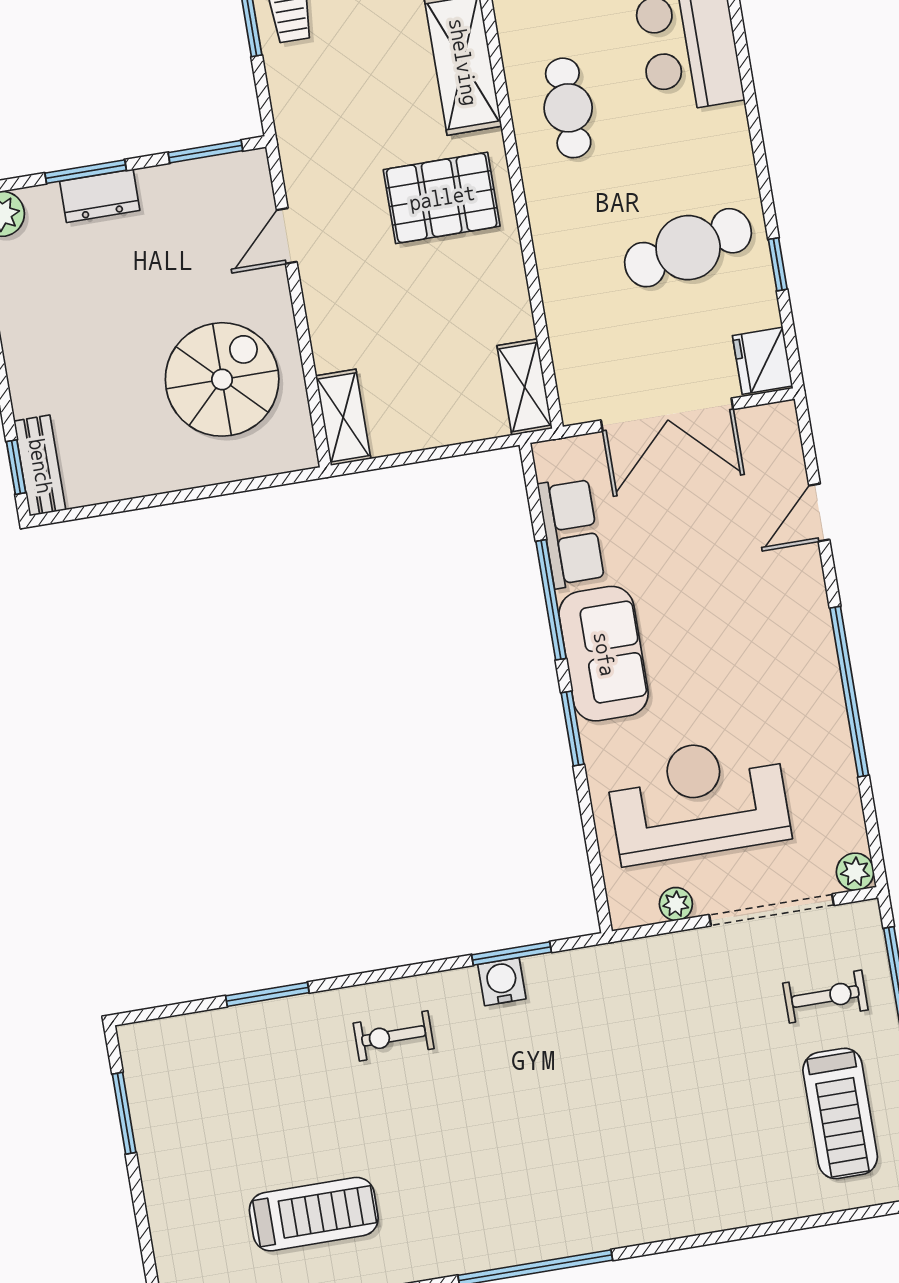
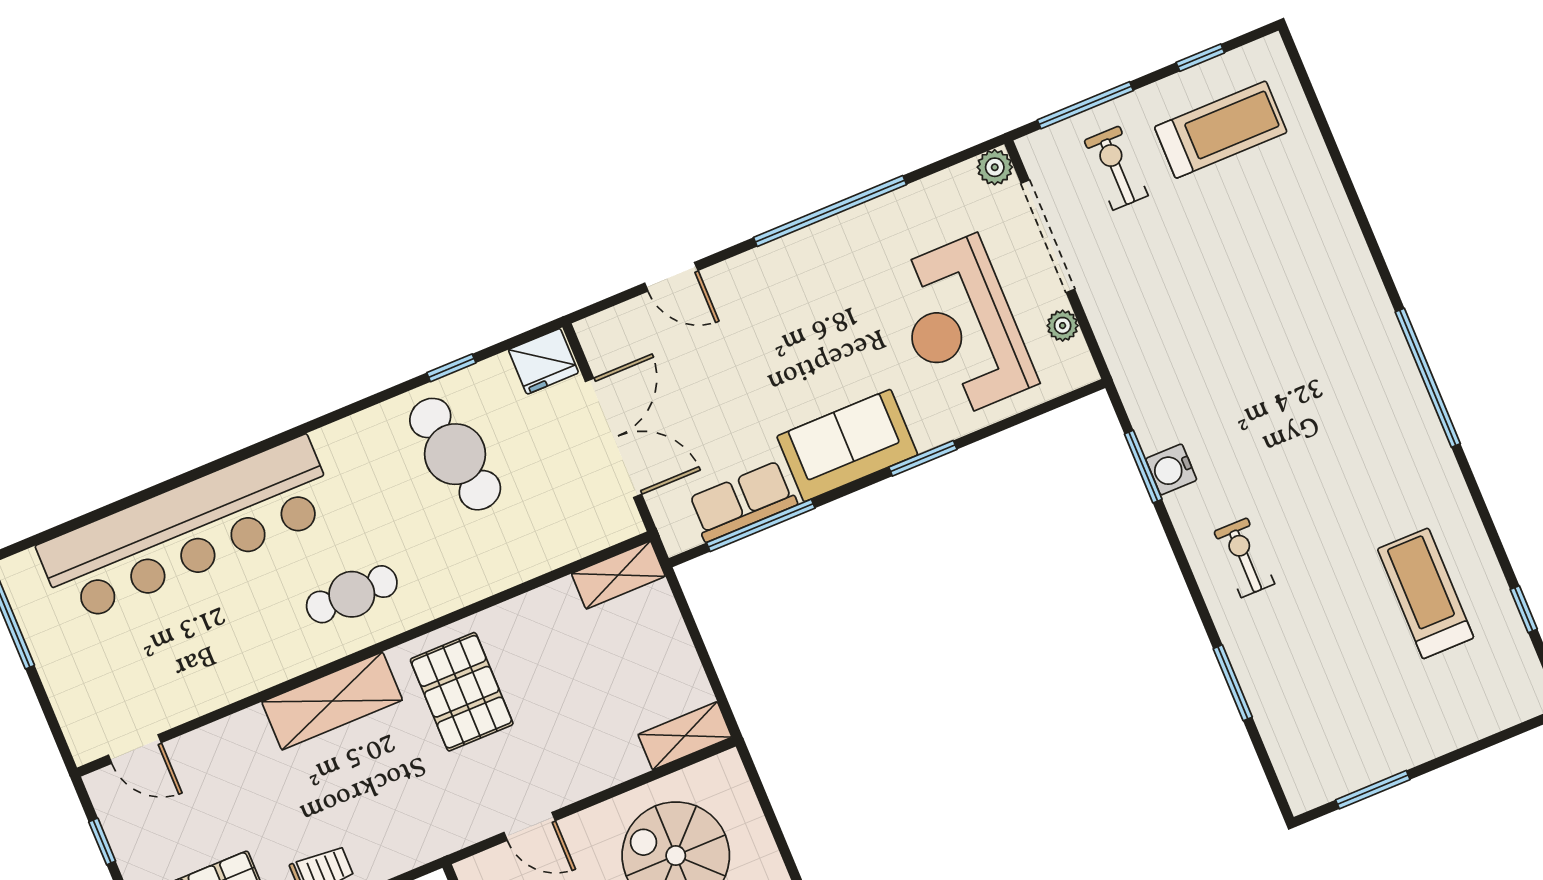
window: (551, 600) -> (761, 525), moved
exercise bike: (394, 1036) -> (1244, 558), turned 180

